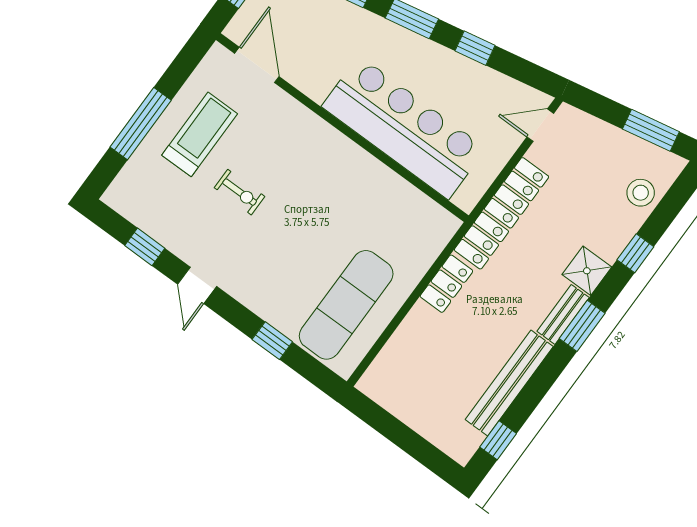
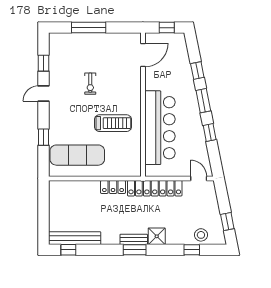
window: (651, 130) -> (227, 222), width x0.67
treadmill: (200, 134) -> (113, 123), moved
window: (635, 253) -> (192, 250), moved
bench: (509, 383) -> (75, 238), moved

